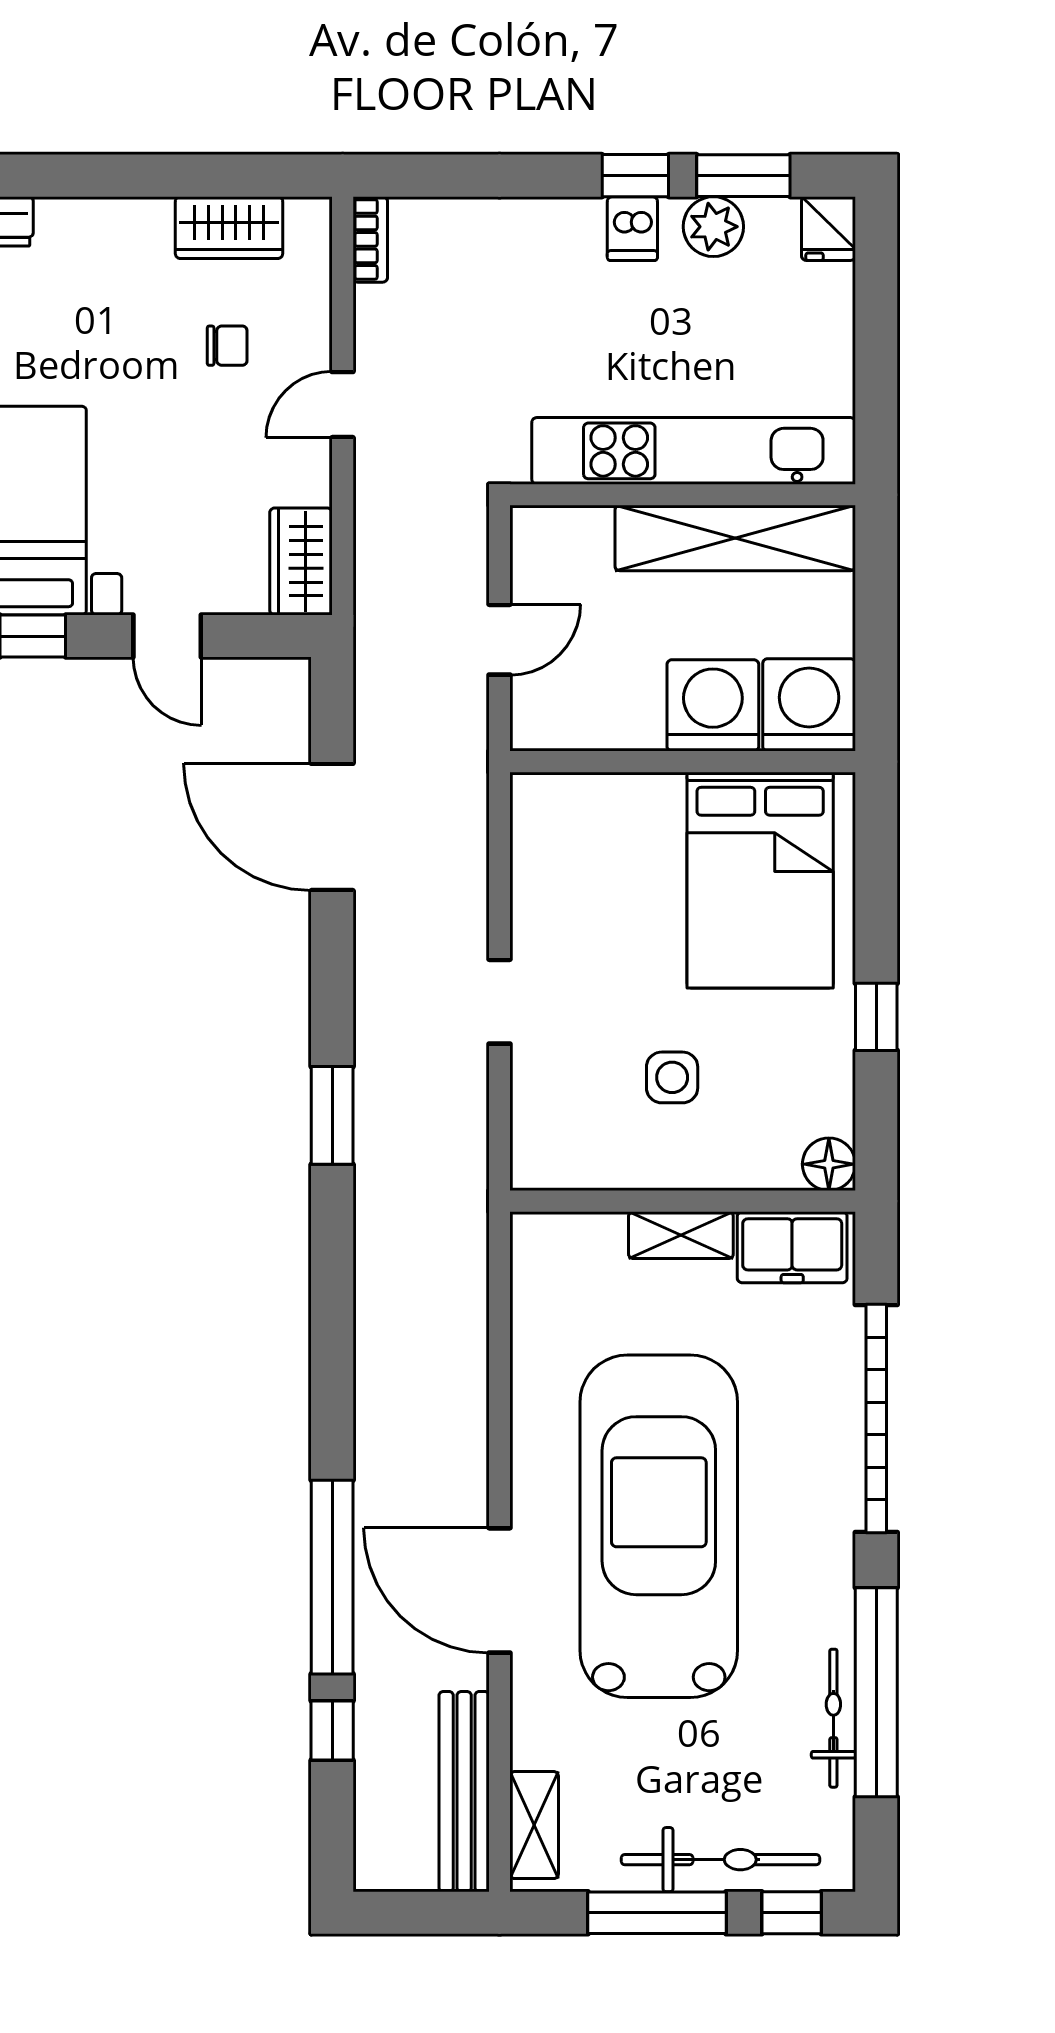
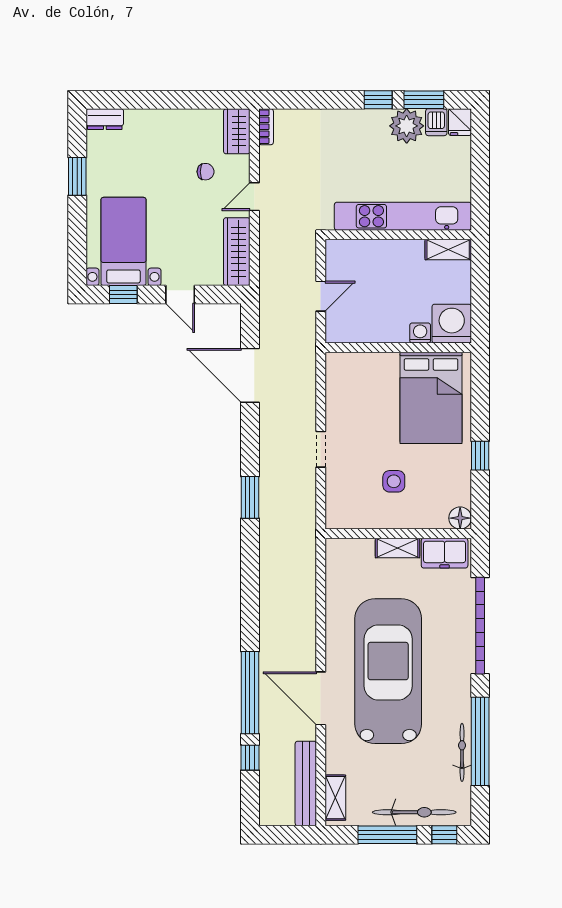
plant: (713, 227) -> (407, 126), width x1.36, depth x1.36
wardrobe: (229, 228) -> (237, 131), moved, turned 90
dishwasher: (632, 229) -> (436, 122), moved
shelving: (735, 538) -> (448, 250), width x0.45, depth x0.75
wardrobe: (301, 561) -> (237, 252), width x1.50
washing machine: (713, 705) -> (420, 333), width x0.53, depth x0.53

